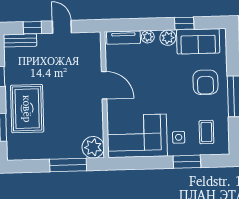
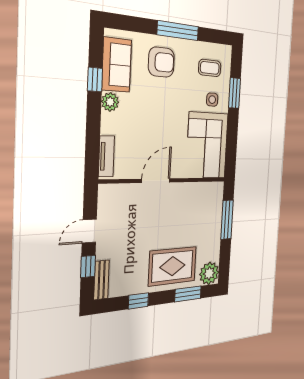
plant: (148, 37) -> (107, 127), removed
plant: (93, 147) -> (209, 273), moved

